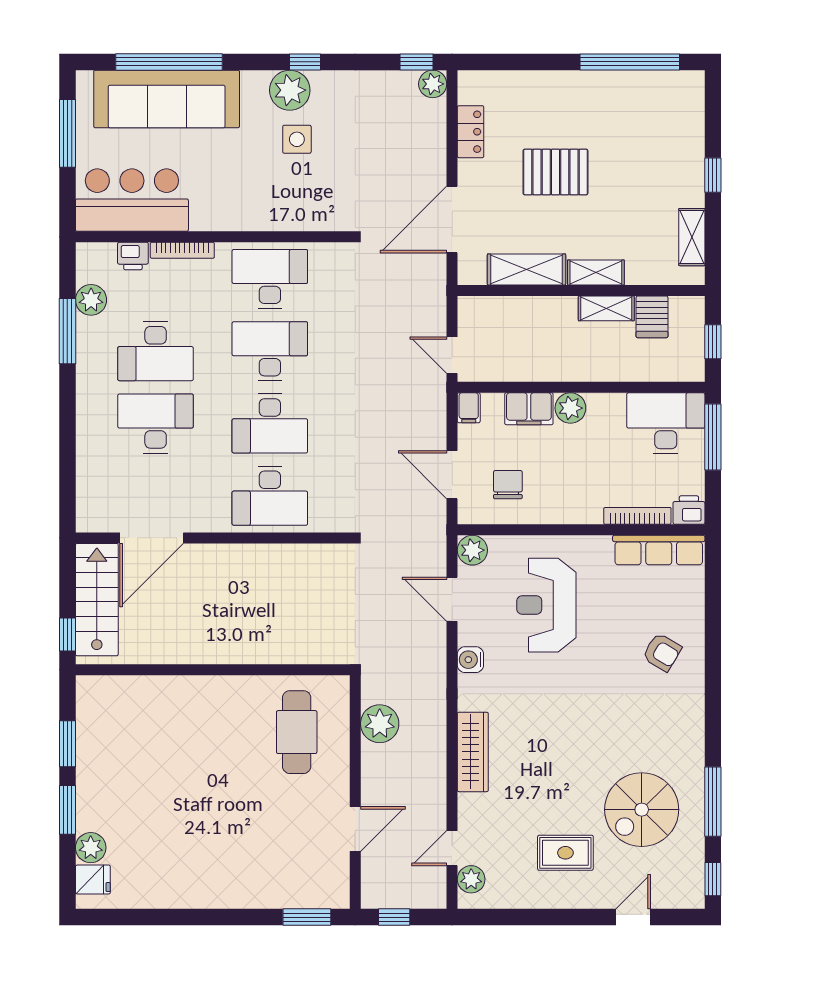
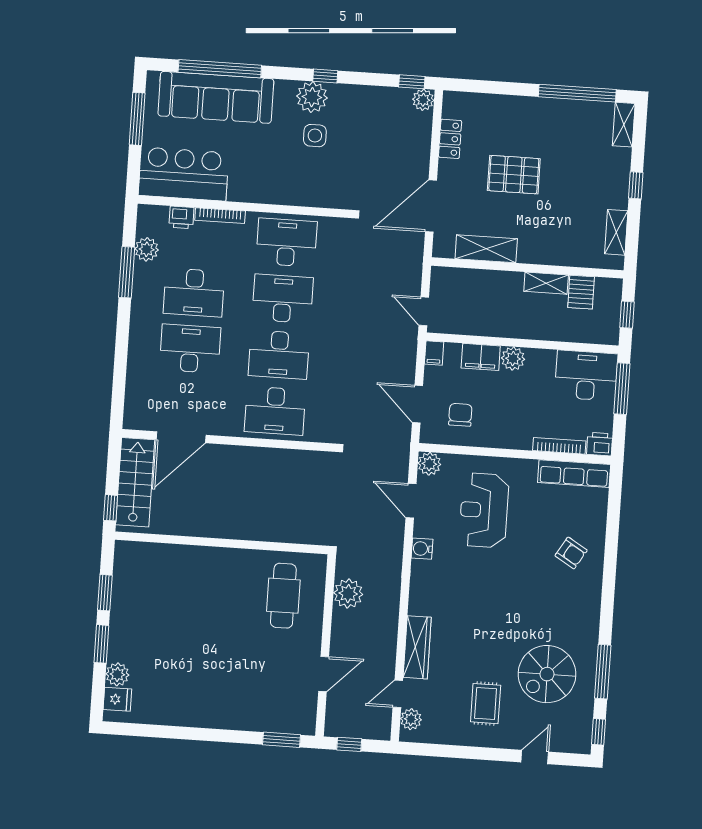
shelving: (596, 272) -> (624, 125), moved, turned 90
wardrobe: (473, 752) -> (417, 647), moved
rug: (565, 853) -> (486, 704), turned 90

